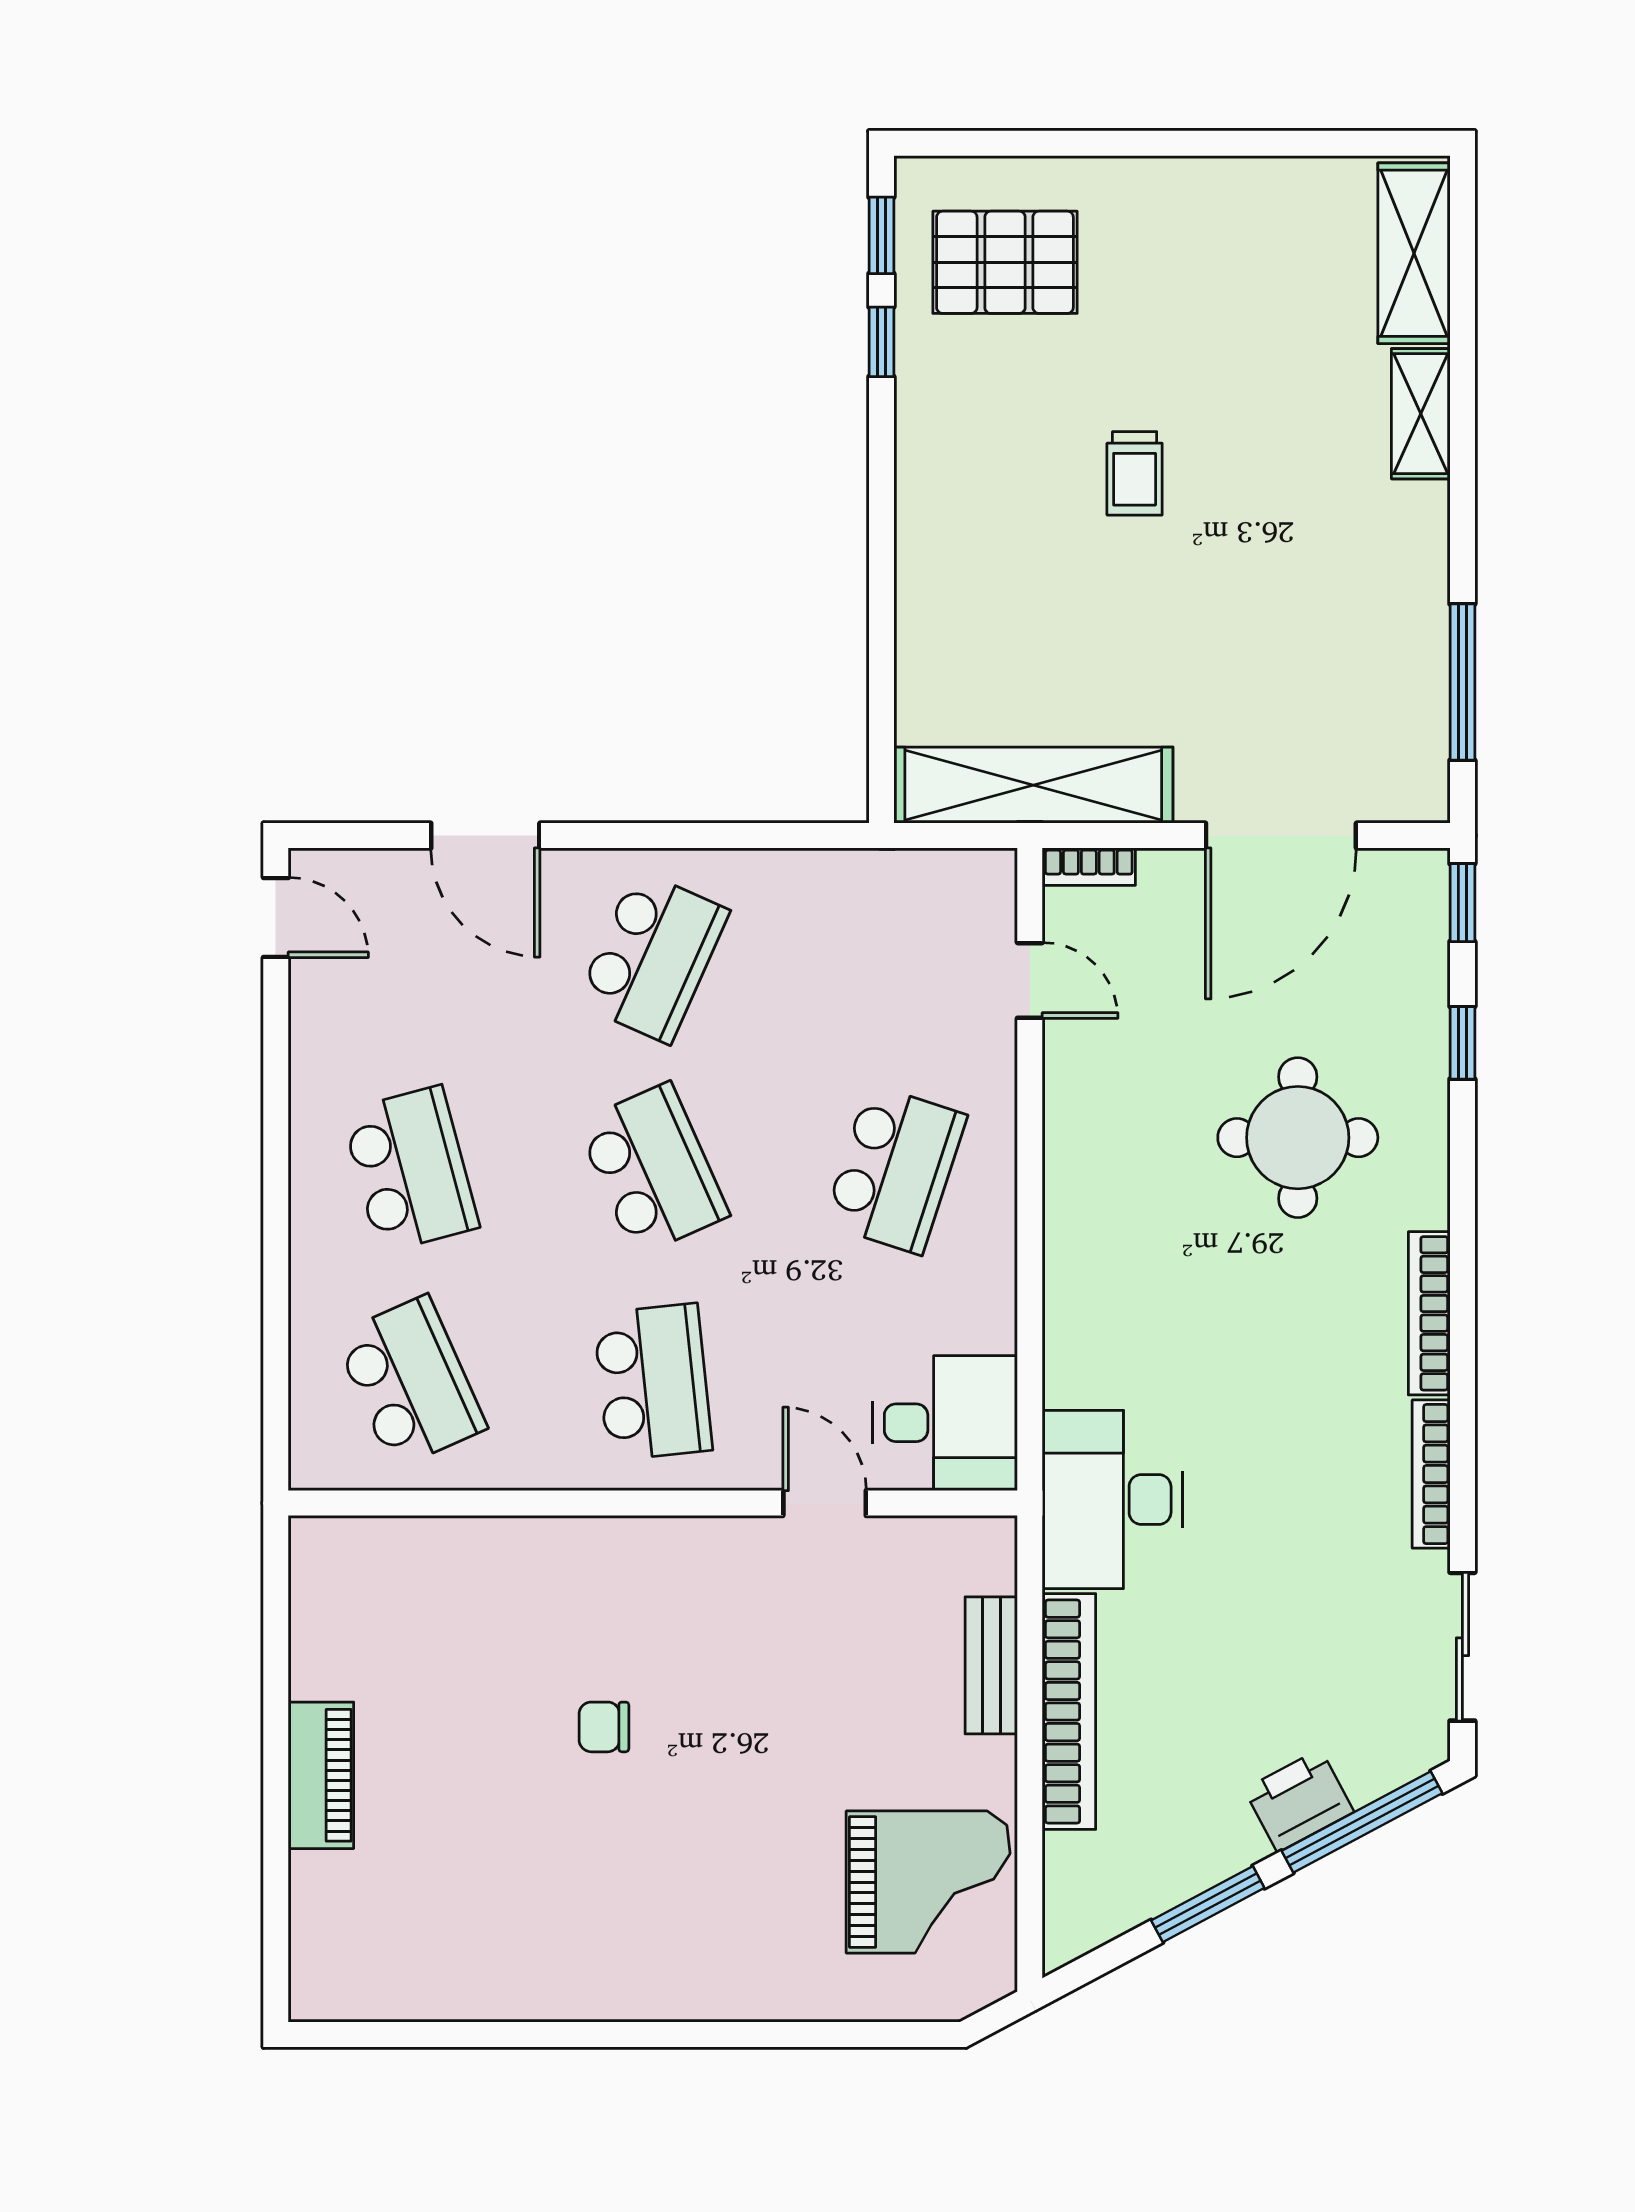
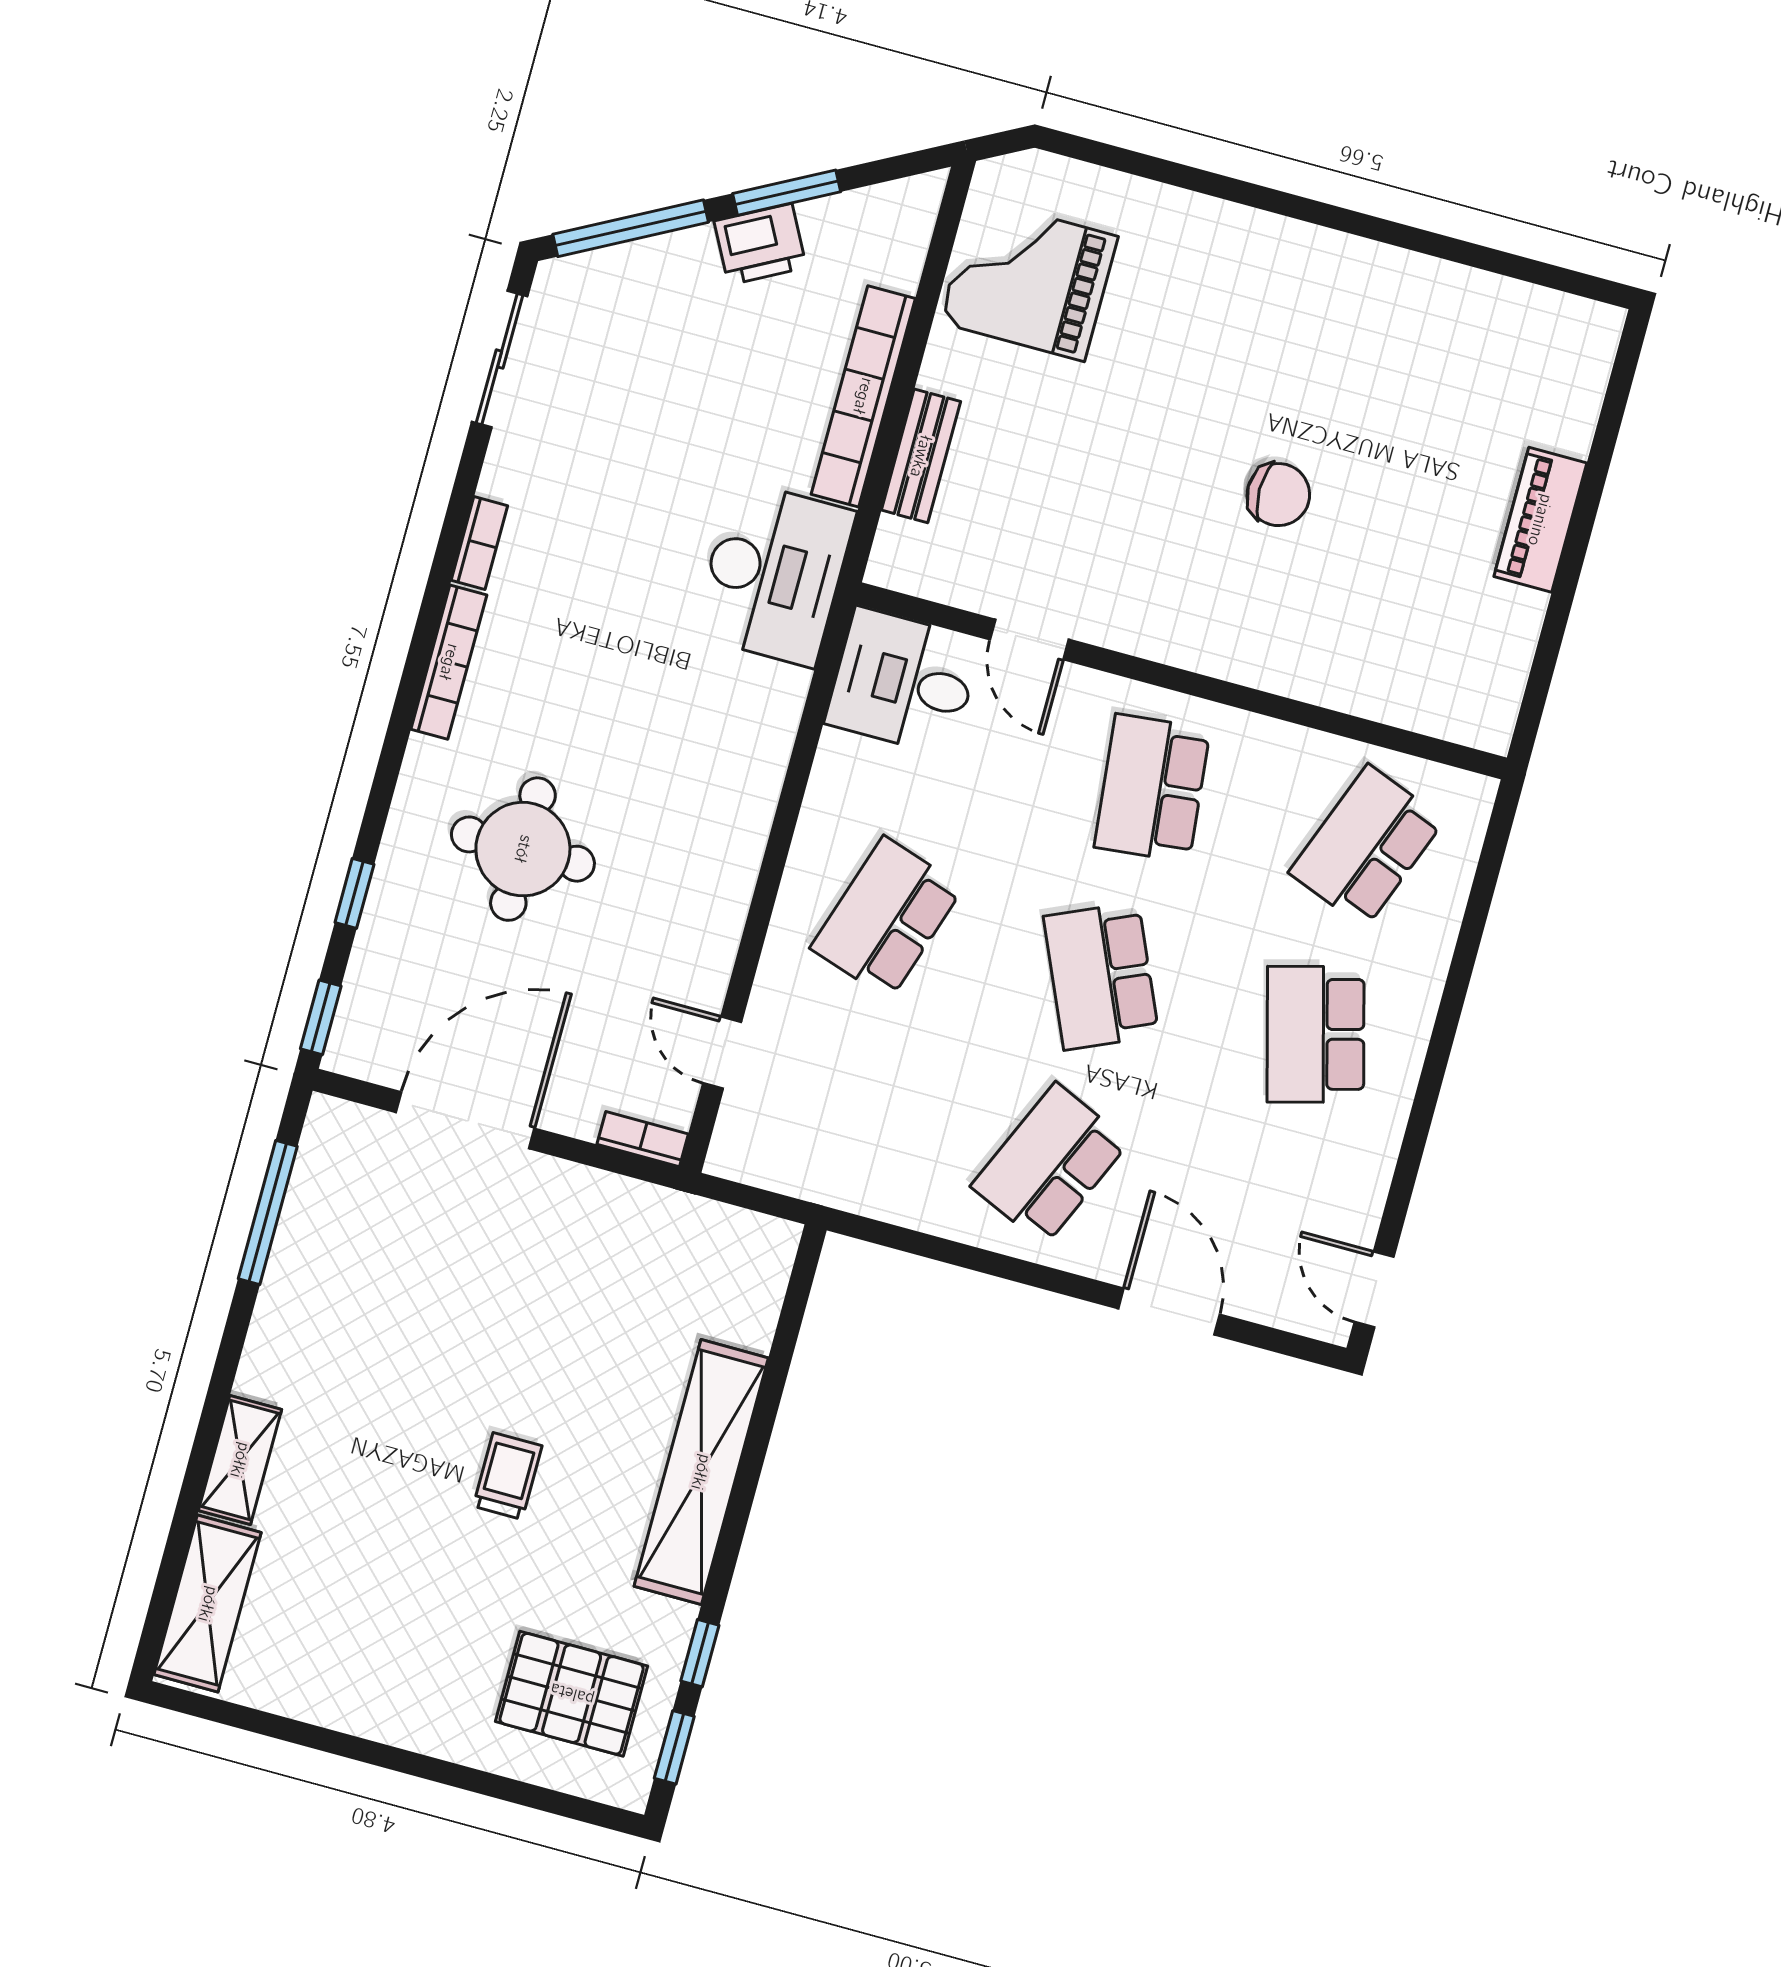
shelving: (1033, 785) -> (701, 1472), moved, turned 90
school desk: (410, 1382) -> (1367, 846), turned 45
bookcase: (1431, 1474) -> (479, 543), width x0.64
chair: (604, 1727) -> (1278, 495), width x1.37, depth x1.37
printer: (1299, 1801) -> (760, 244), moved

